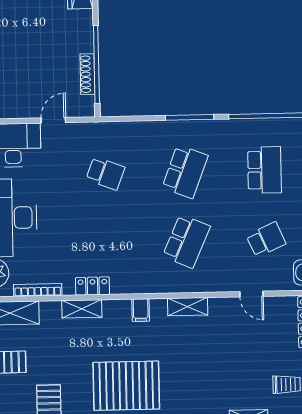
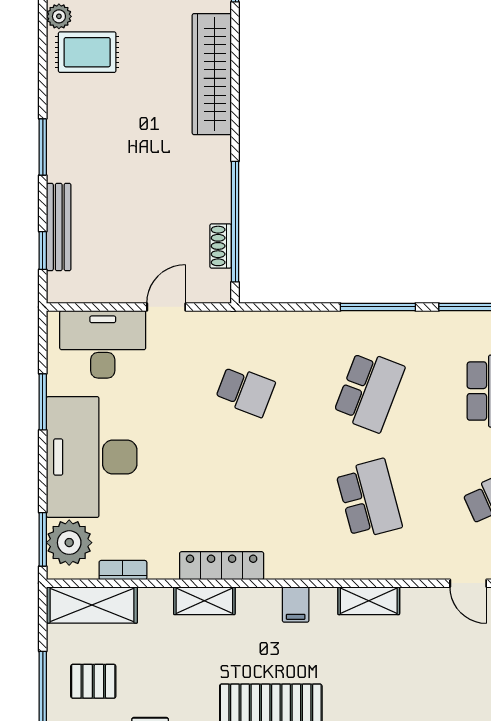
shoe rack: (87, 74) -> (221, 246), width x0.70
school desk: (186, 241) -> (369, 499), turned -39
locker: (92, 286) -> (222, 566), width x1.53
bookcase: (38, 290) -> (123, 570), width x0.64

